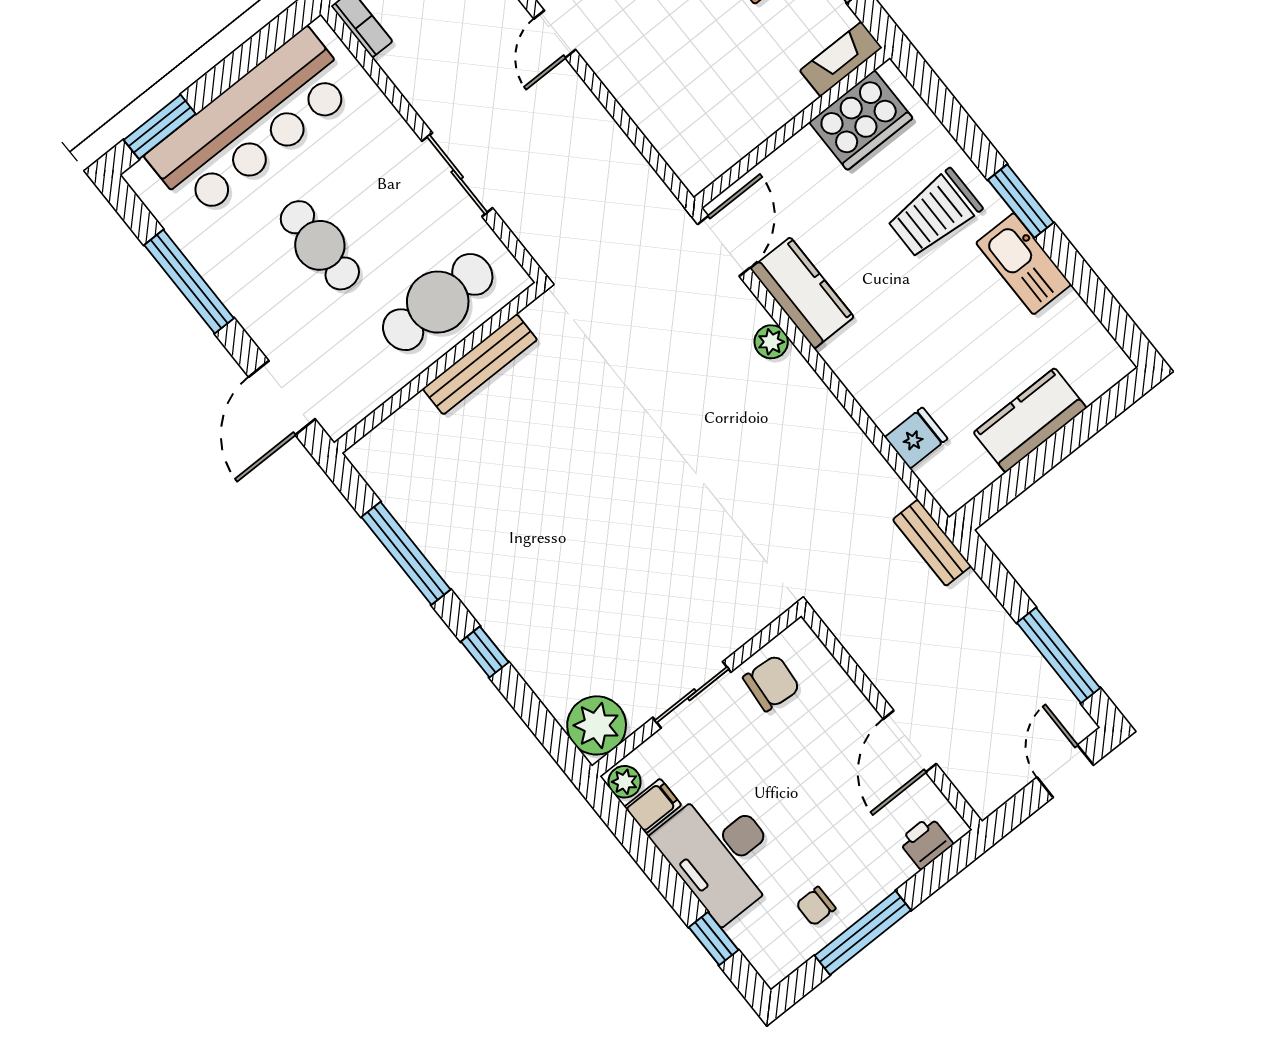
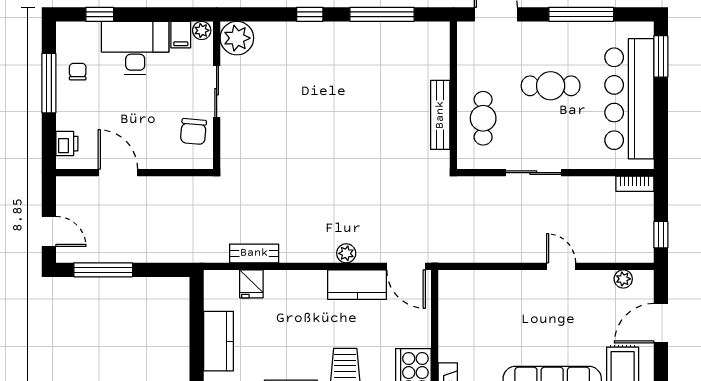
cafe table: (438, 302) -> (483, 118), width x0.73, depth x0.74
bench: (932, 543) -> (254, 253), moved

